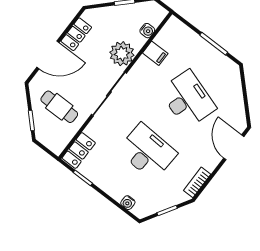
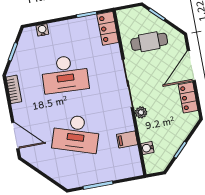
plant: (122, 54) -> (141, 112), width x0.53, depth x0.53

